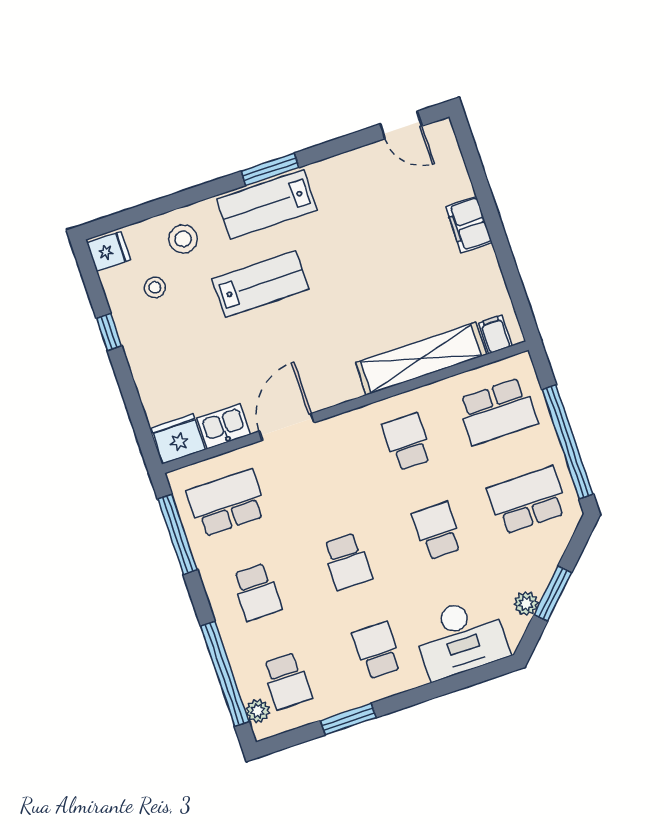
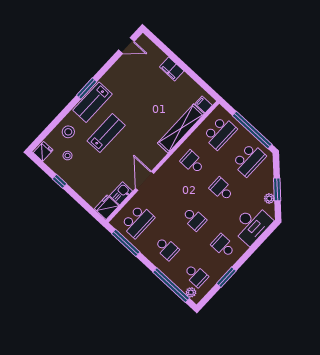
school desk: (528, 500) -> (249, 160), turned 180
school desk: (227, 503) -> (138, 221), turned 180

